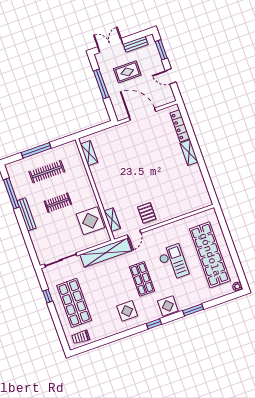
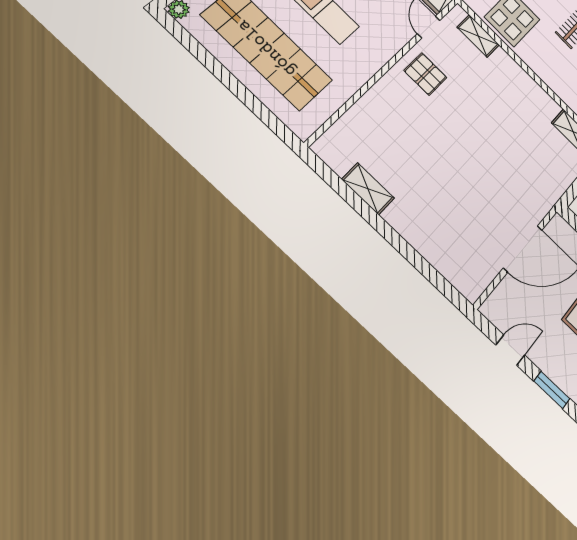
locker: (180, 126) -> (447, 266), removed
shelving: (189, 153) -> (368, 189), moved

